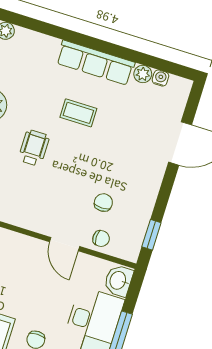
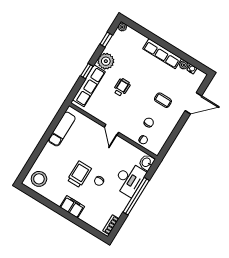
coffee table: (78, 113) -> (163, 100), moved
window: (151, 235) -> (168, 144), removed
door: (65, 244) -> (111, 130), moved

